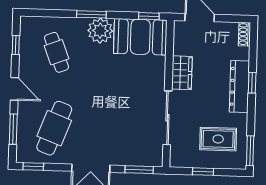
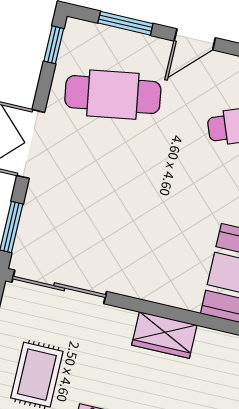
sliding door: (167, 118) -> (59, 287), moved
cafe table: (54, 128) -> (113, 95), turned -30

